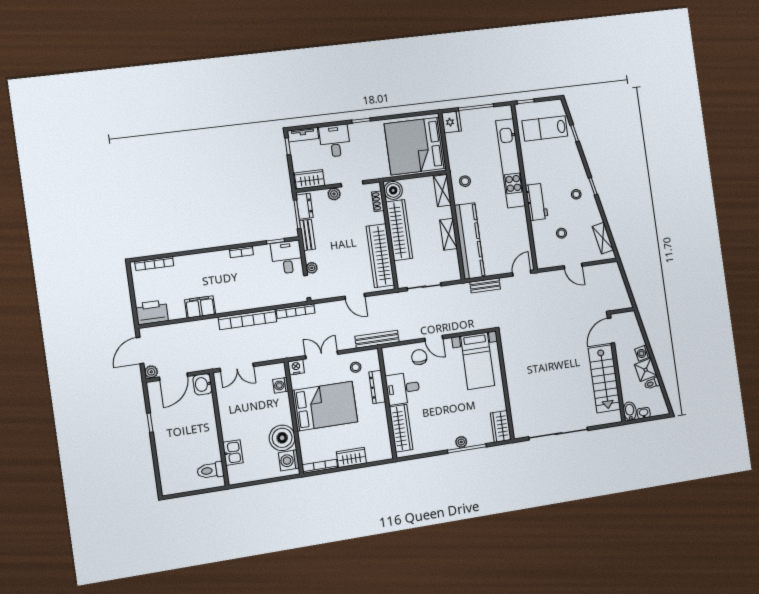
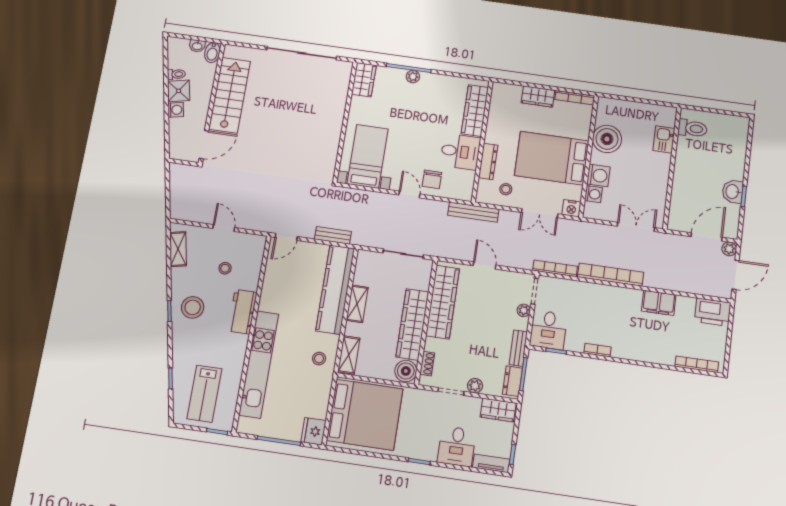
lab bench: (545, 128) -> (204, 394), turned 90
stool: (576, 194) -> (193, 307), width x1.89, depth x1.89
washbasin: (203, 384) -> (733, 192), moved, turned 180
washing machine: (289, 460) -> (598, 175), moved

